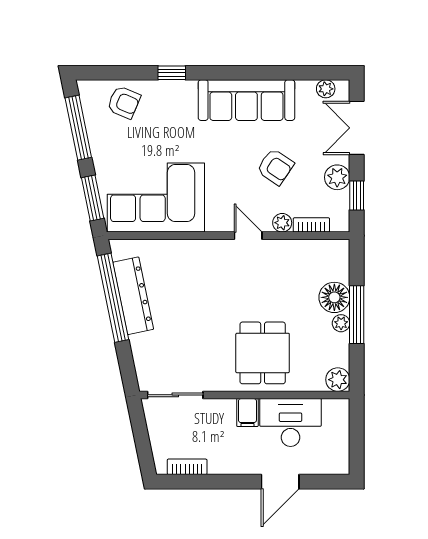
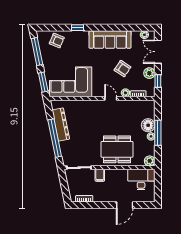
window: (113, 298) -> (55, 138), moved
dining table: (263, 353) -> (117, 149), width x1.38
filing cabinet: (247, 413) -> (100, 175), moved
desk: (291, 422) -> (141, 180), moved

